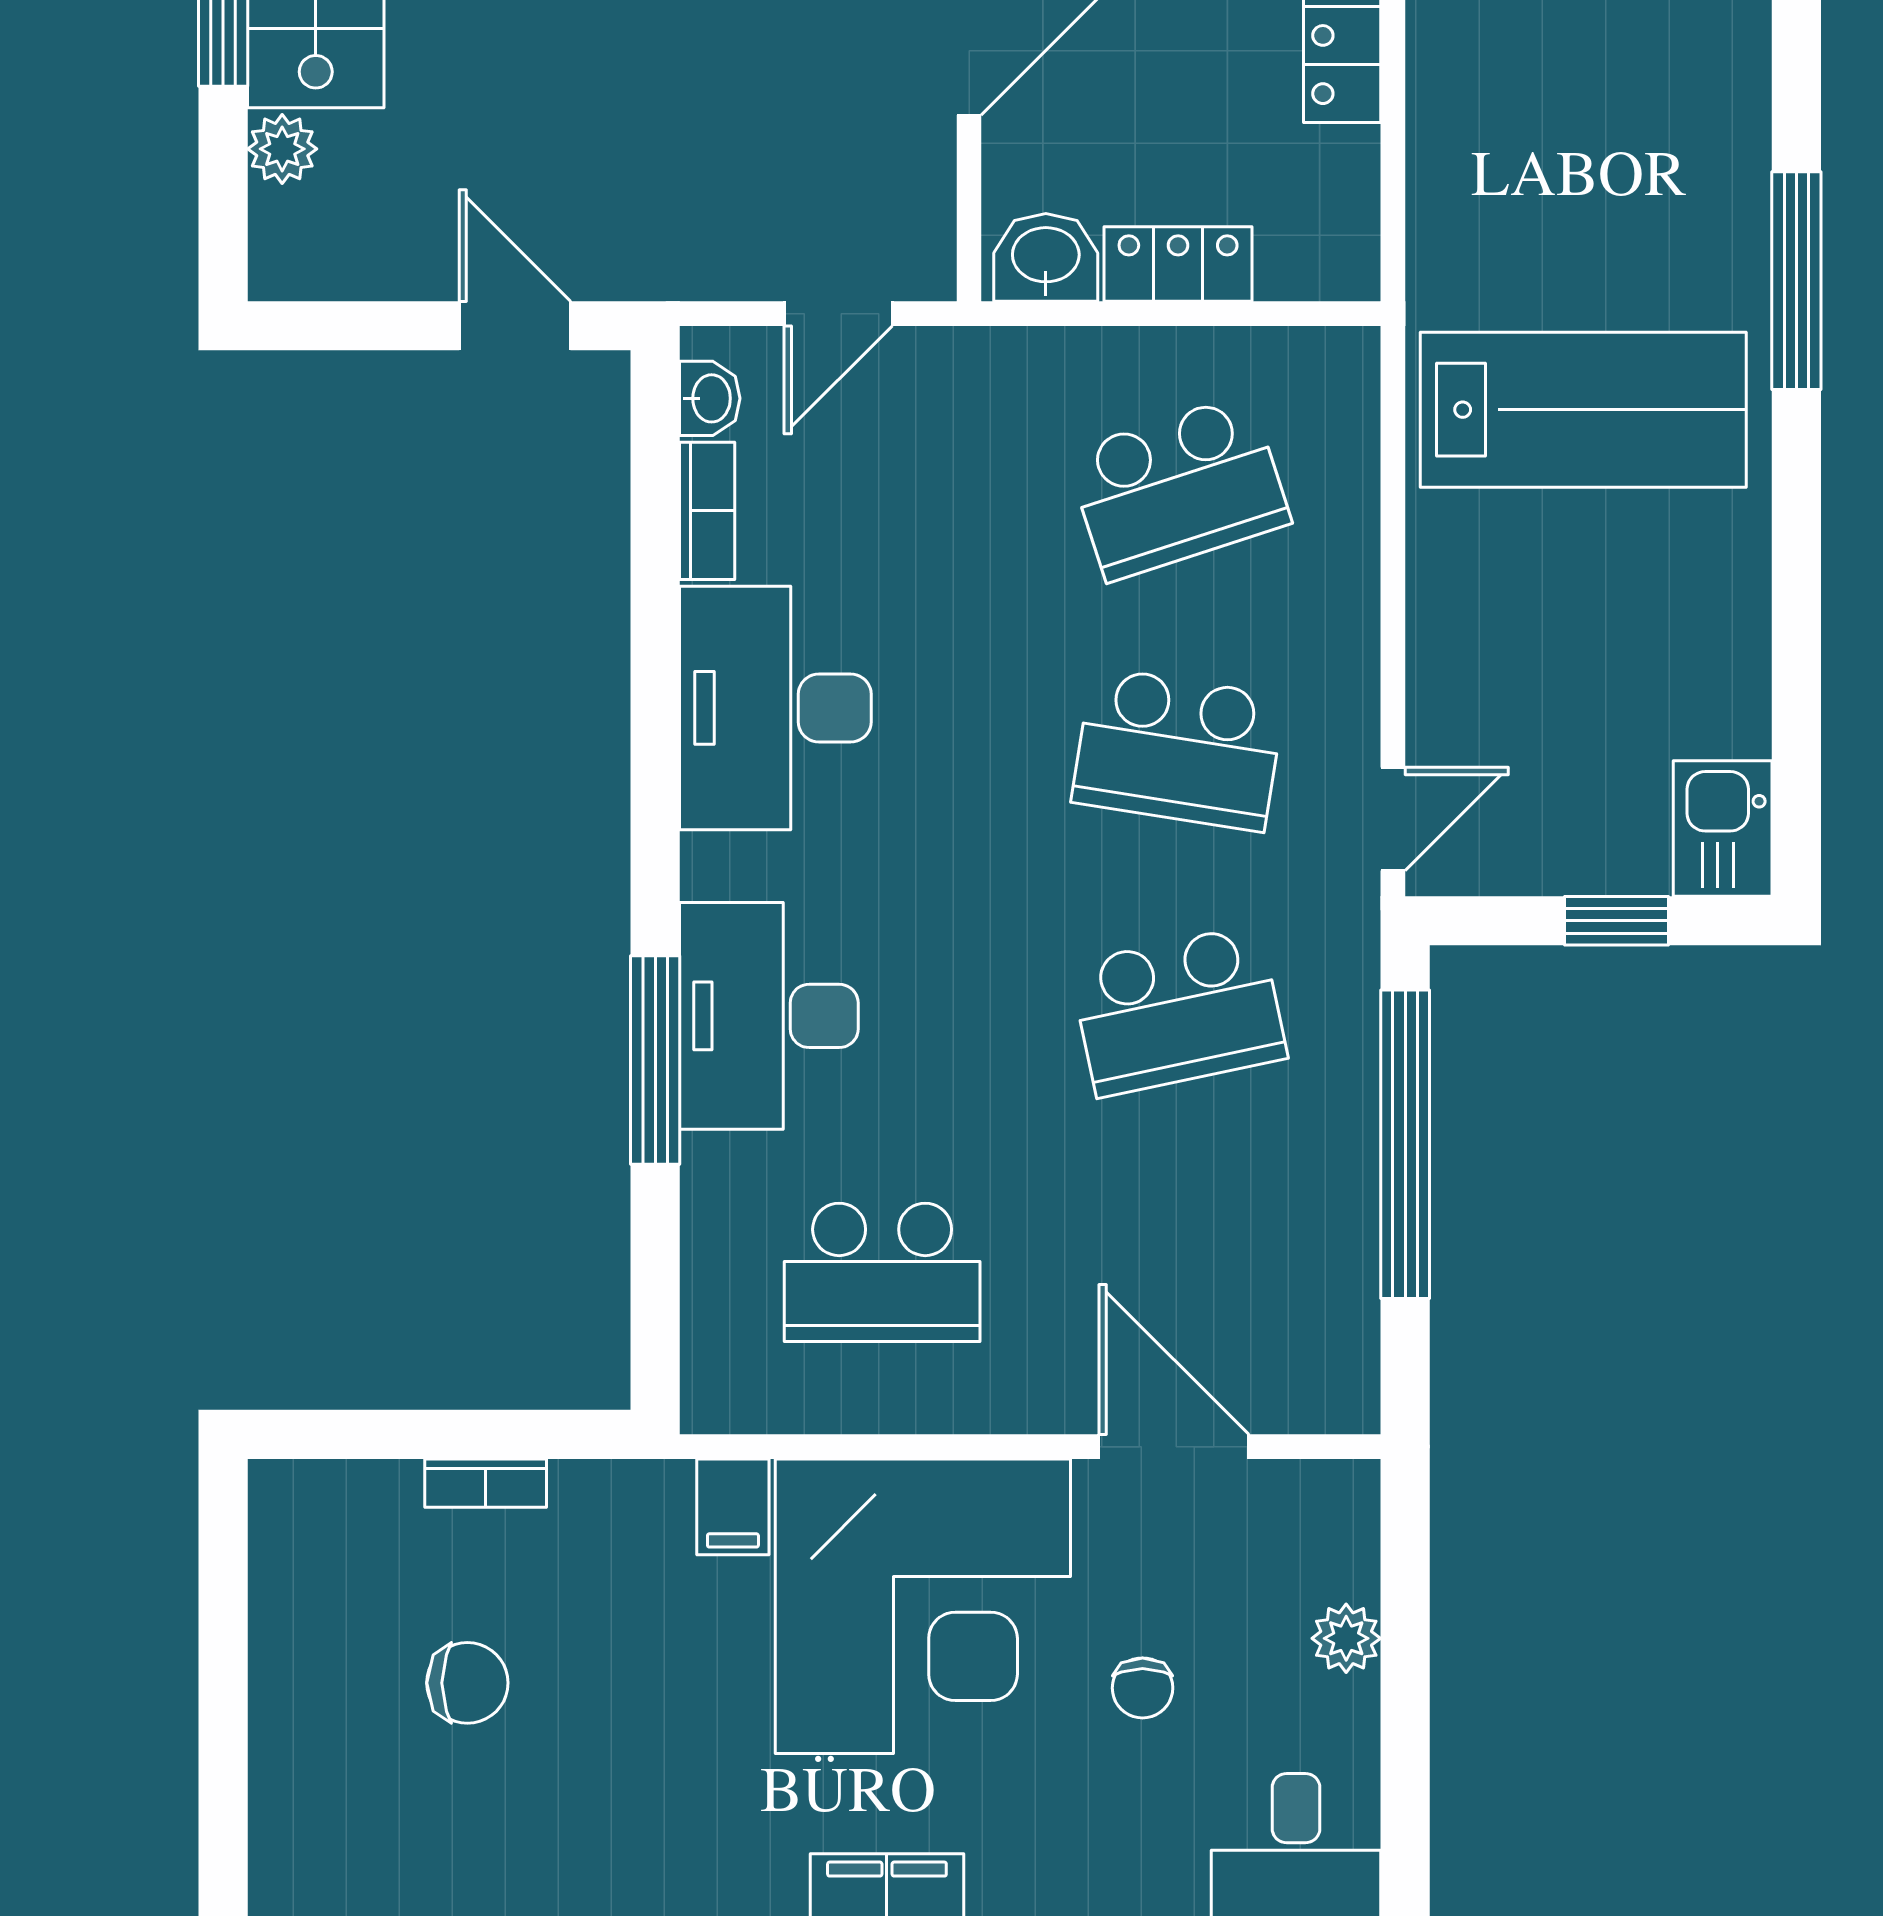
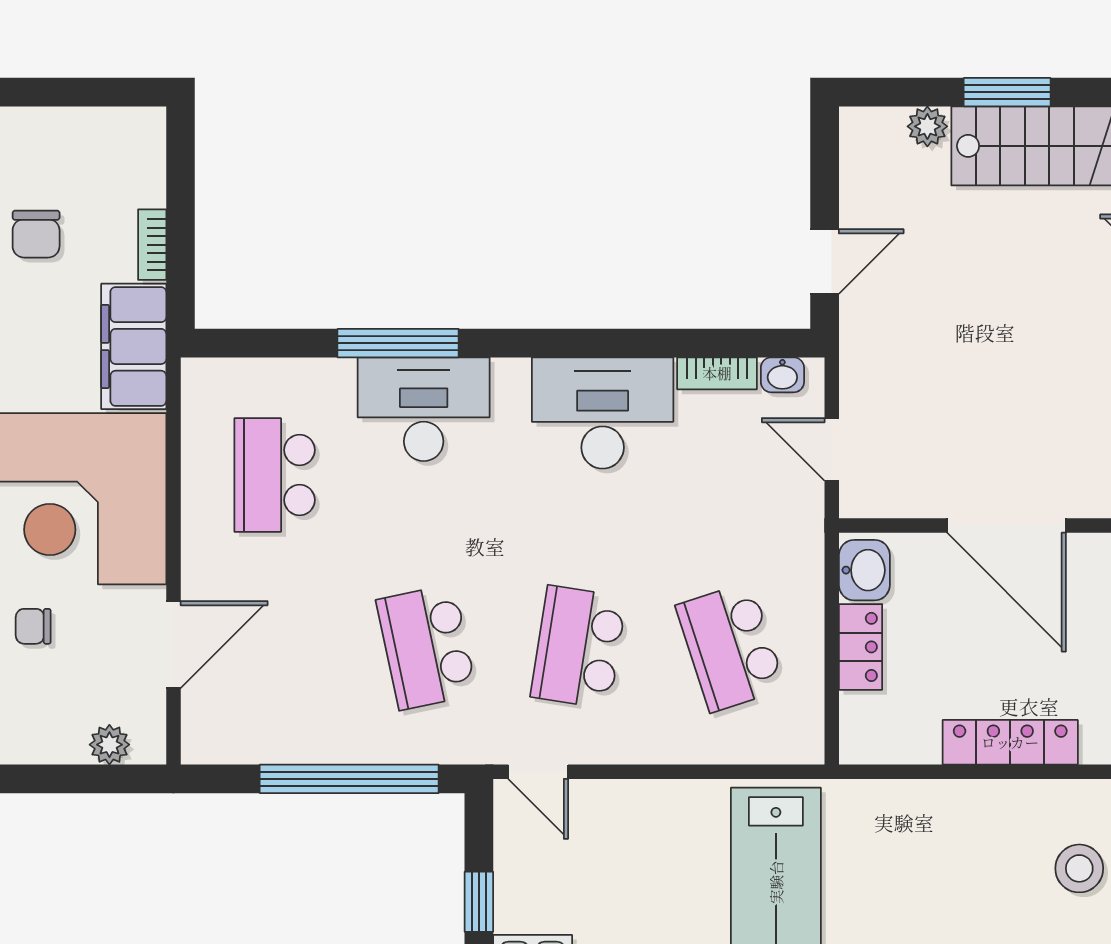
filing cabinet: (733, 1507) -> (134, 346), width x3.00, depth x1.17
plant: (1346, 1638) -> (109, 745), moved

